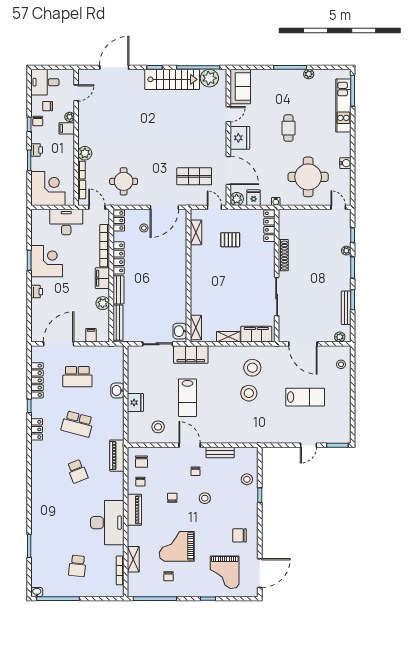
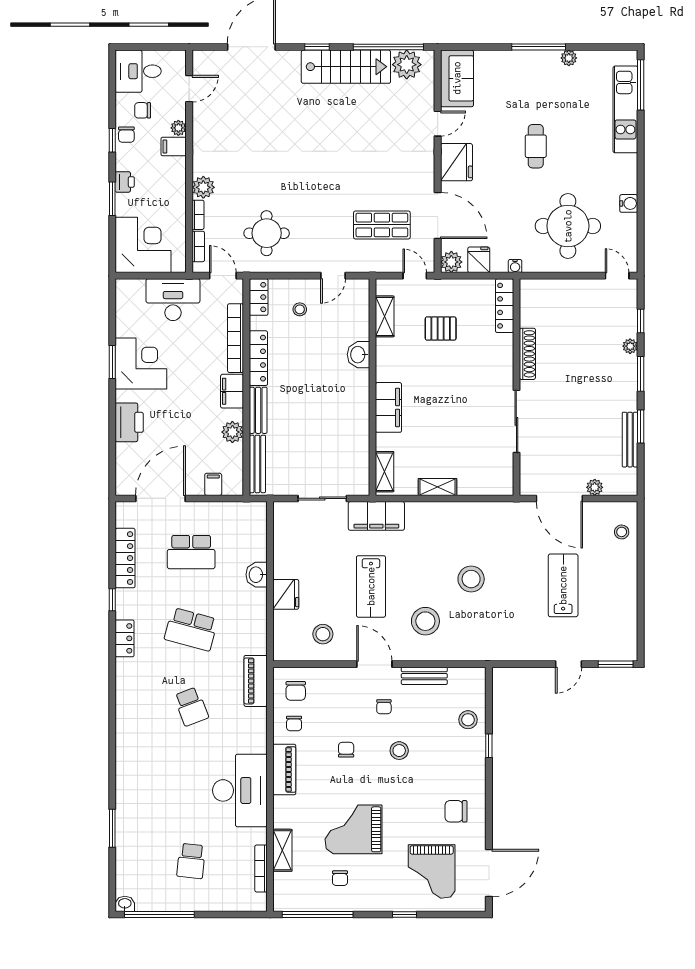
door: (164, 207) -> (333, 276), width x0.53
printer: (37, 292) -> (129, 422), width x1.87, depth x1.48
washbasin: (180, 331) -> (358, 355), moved
filing cabinet: (256, 334) -> (388, 407), moved, turned 90
plant: (340, 337) -> (595, 487), moved
stool: (252, 368) -> (425, 621), moved
lab bench: (305, 397) -> (563, 585), turned -90

